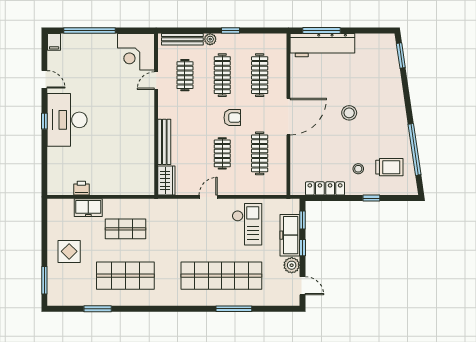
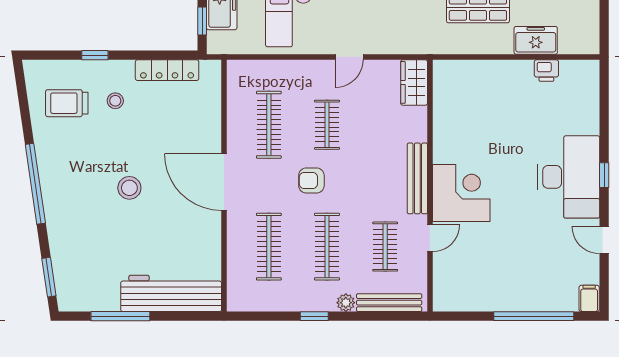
window: (321, 30) -> (120, 316), moved
corner desk: (136, 52) -> (461, 193), moved
door: (288, 117) -> (224, 182), hinge flipped
bench: (164, 142) -> (417, 178), moved
window: (415, 149) -> (35, 184), moved

